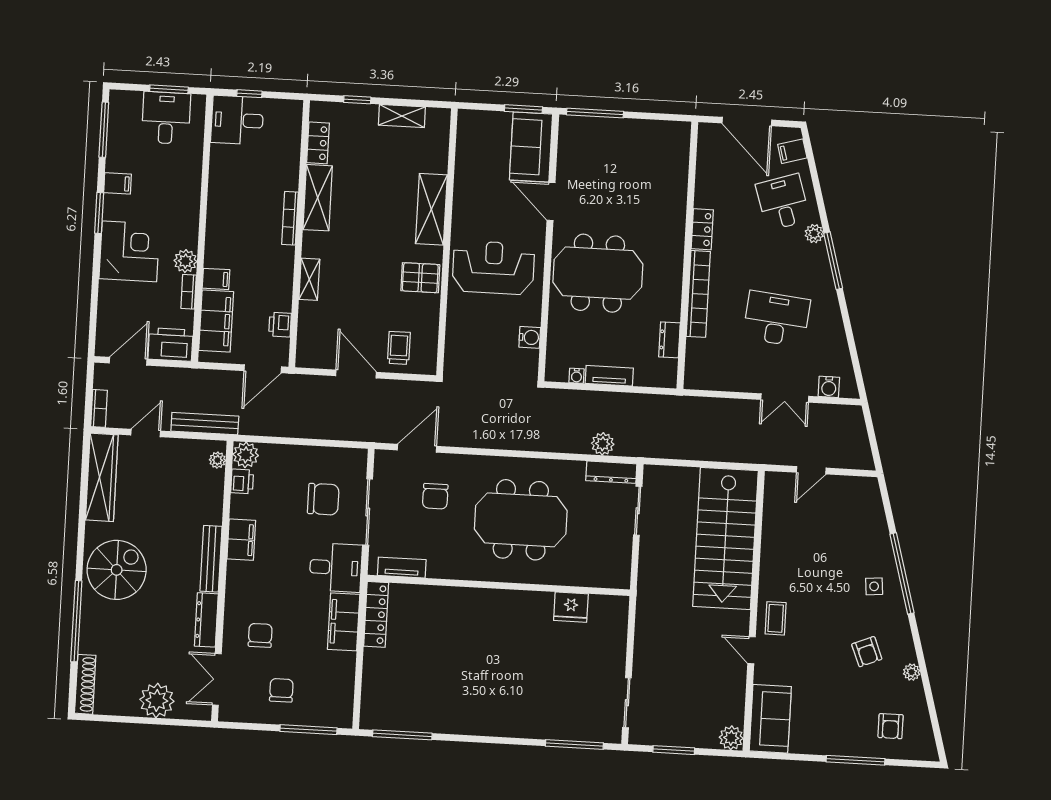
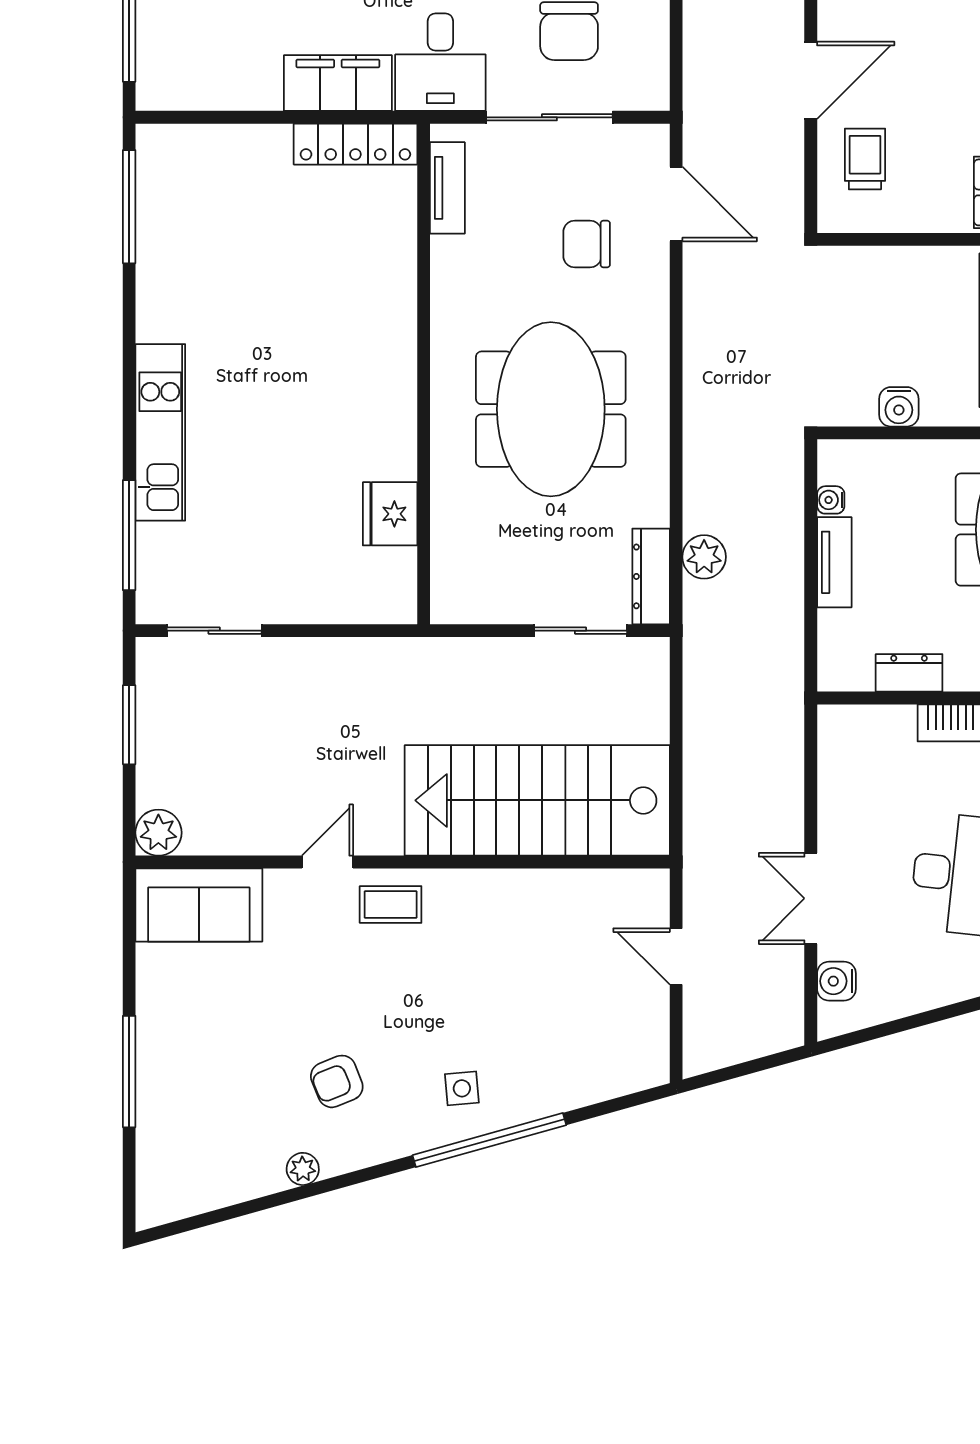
trolley: (399, 348) -> (865, 159), turned -90
kitchen unit: (521, 725) -> (160, 432), added
armchair: (891, 726) -> (198, 1135), removed

